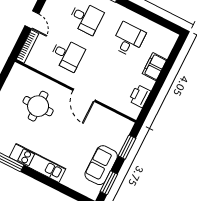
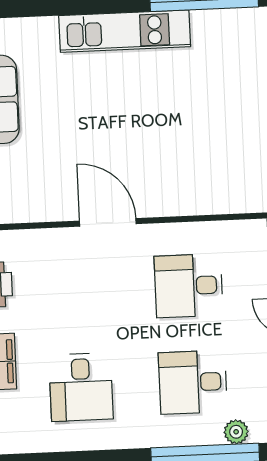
round table: (38, 106) -> (189, 148), removed

